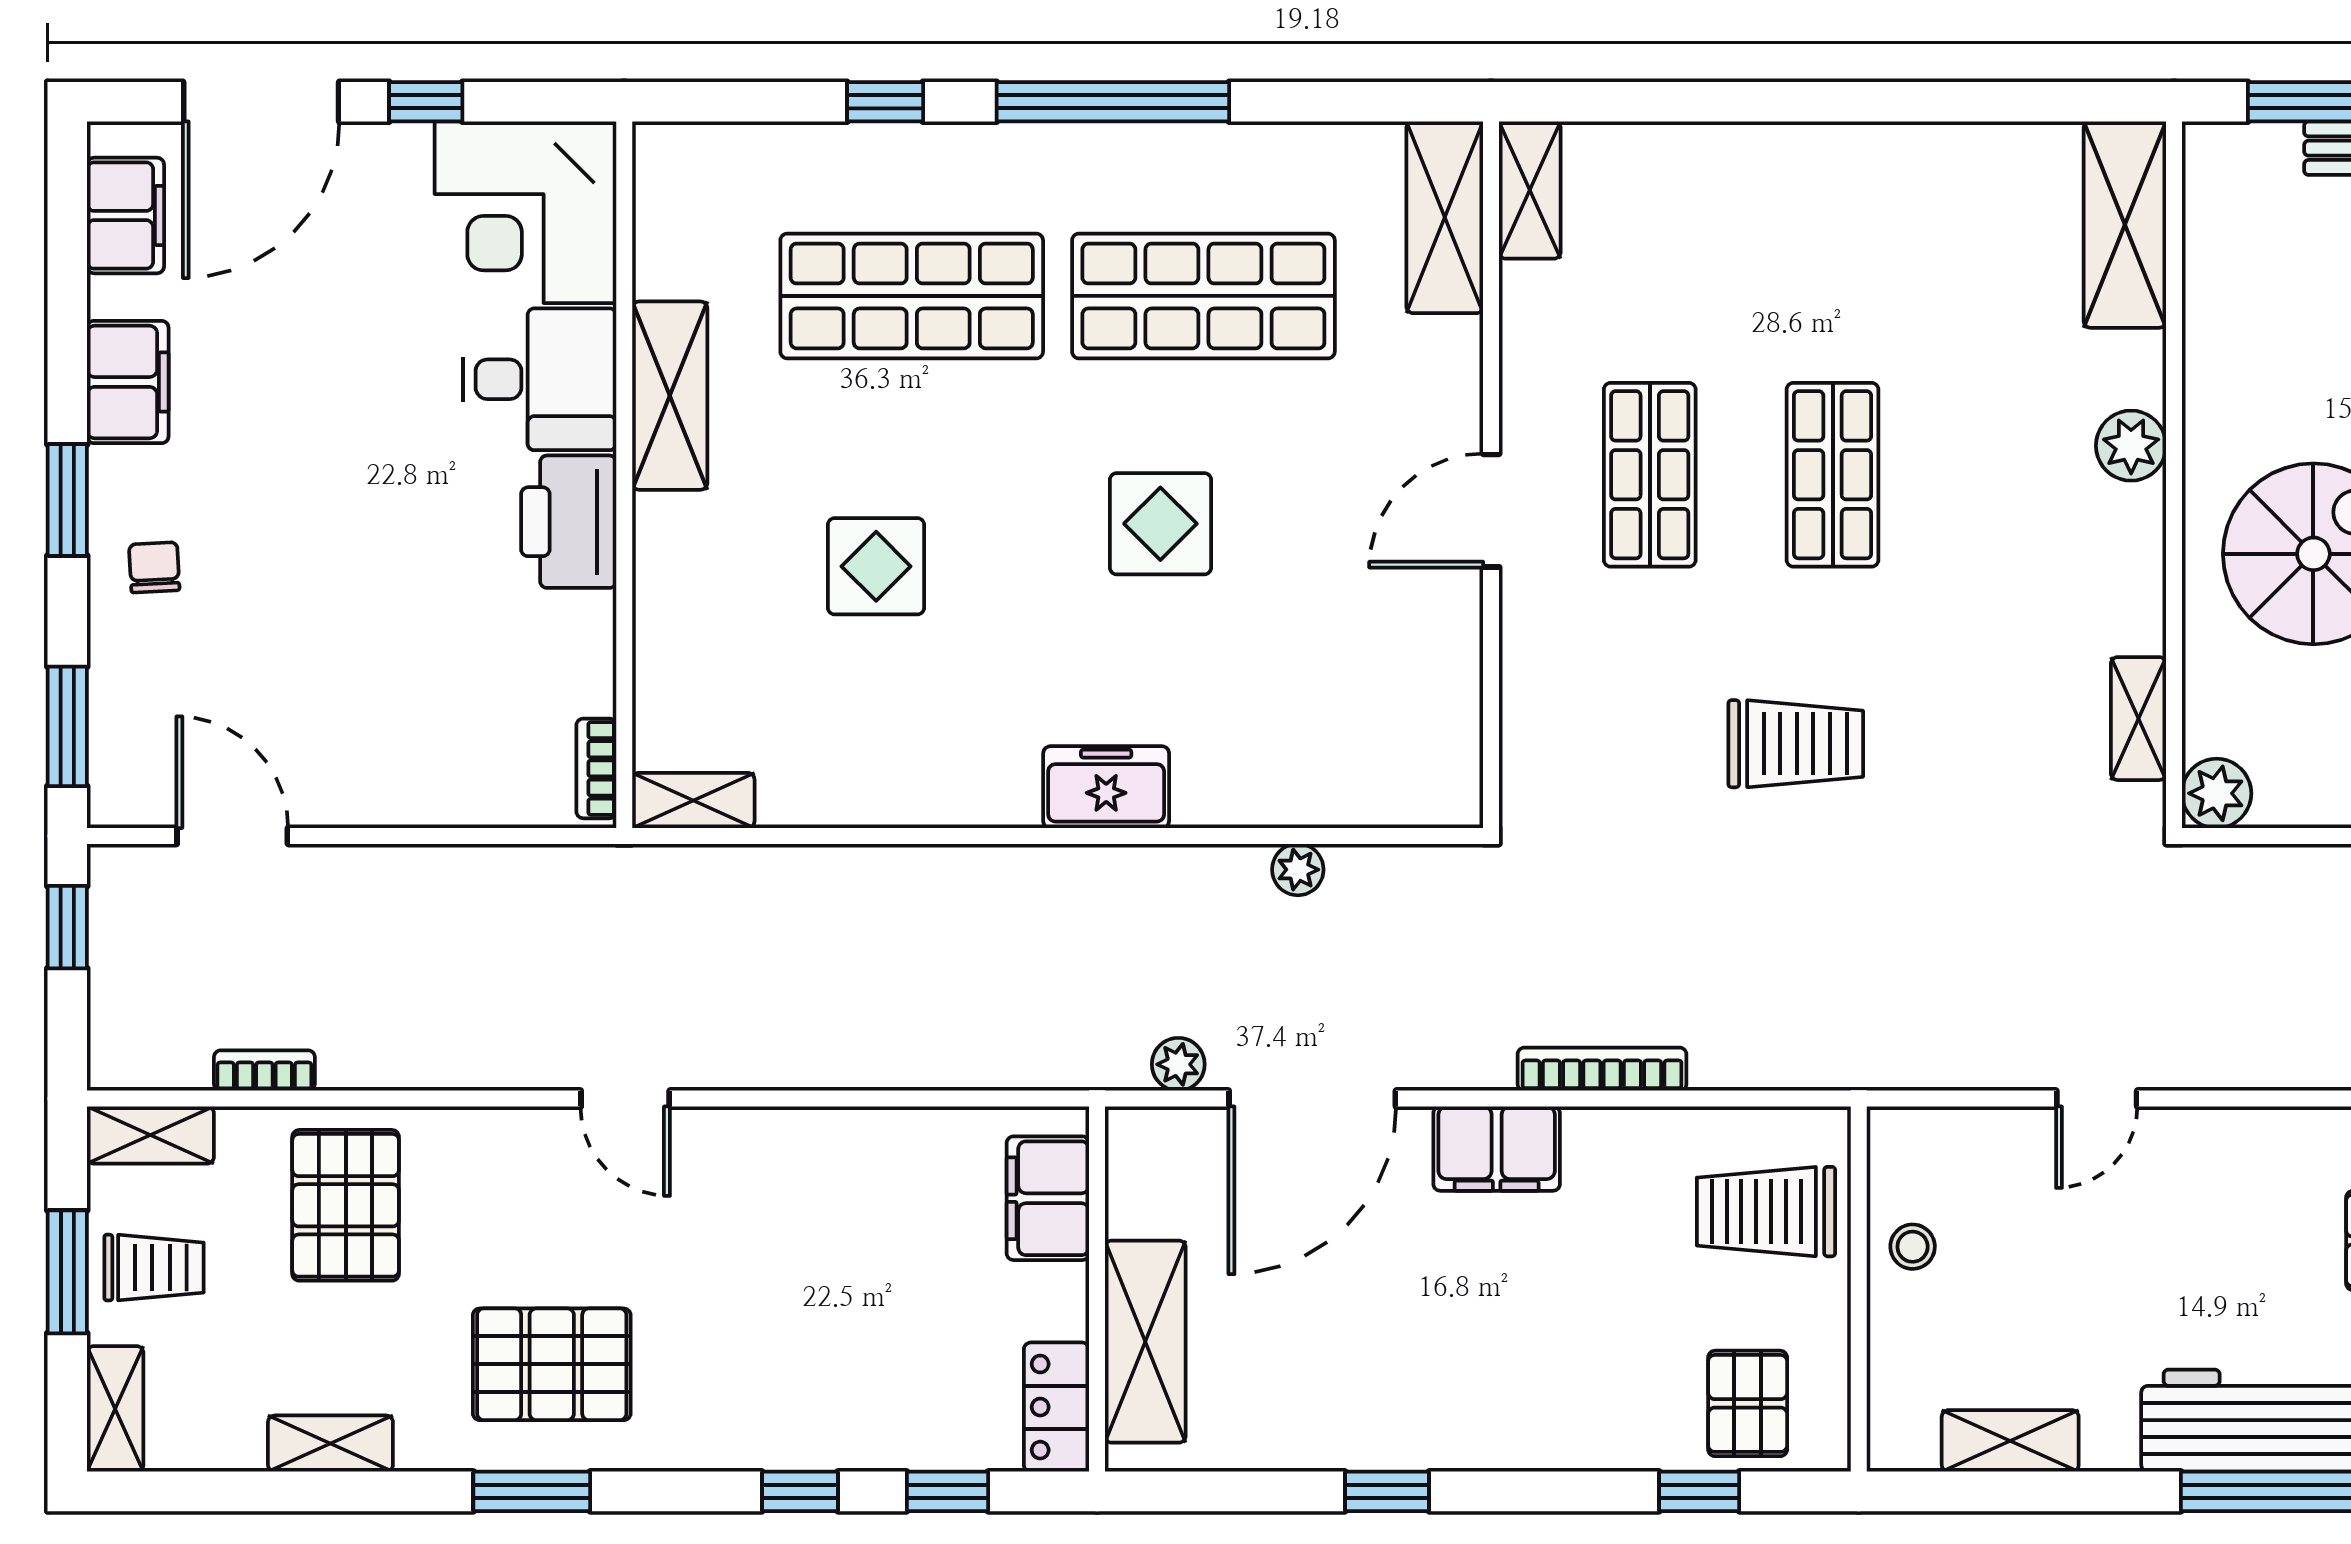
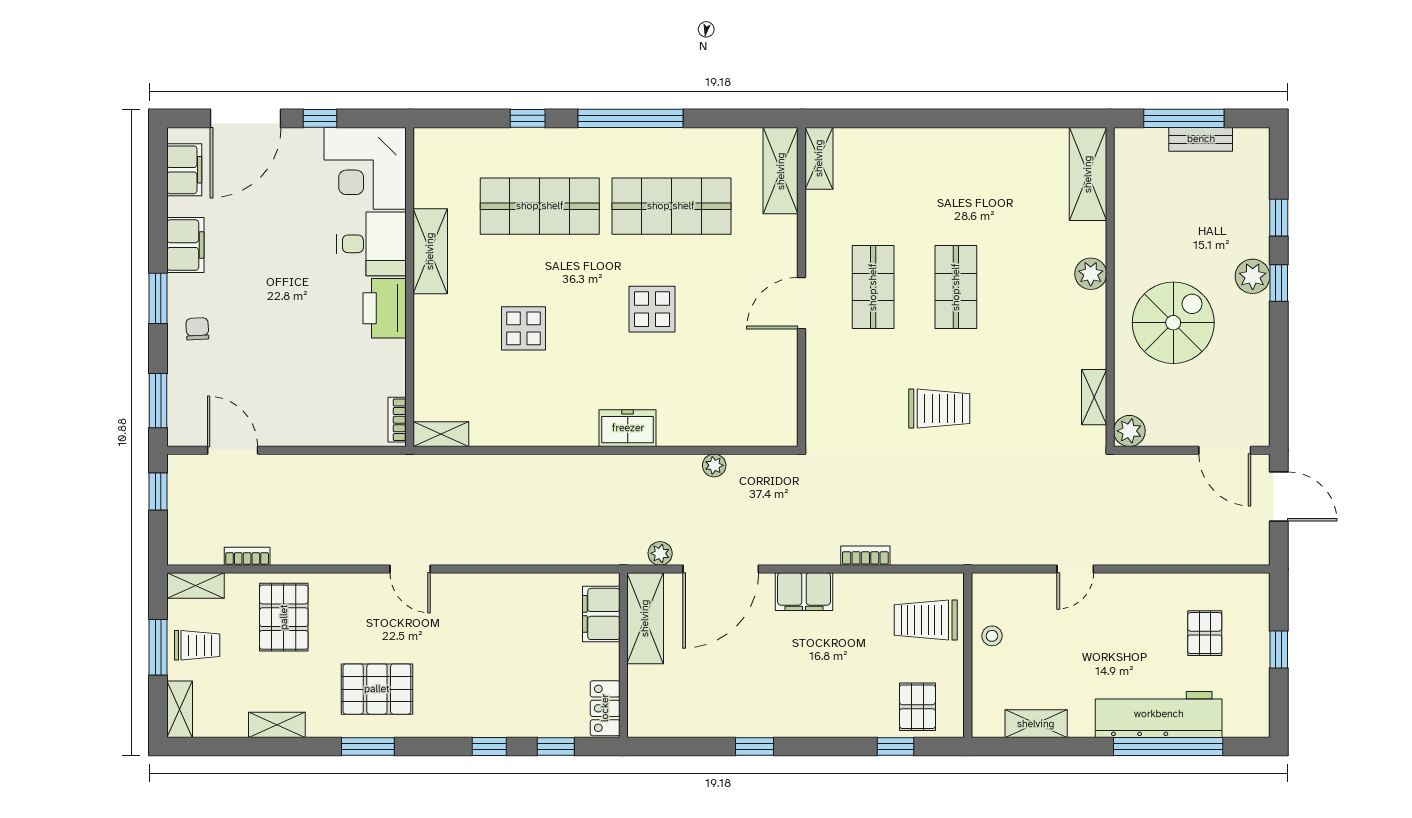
bookcase: (1602, 1069) -> (865, 556), width x0.64
shelving: (1145, 1342) -> (645, 618), moved

